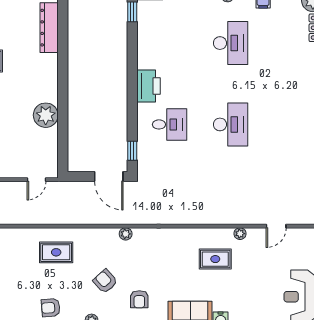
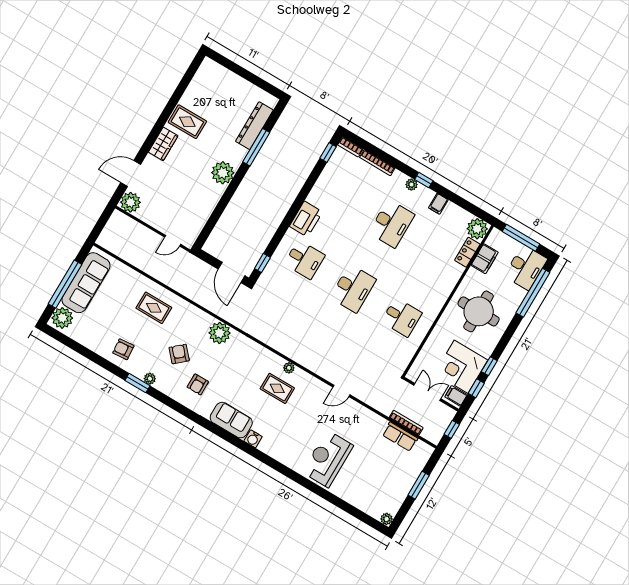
window: (63, 47) -> (256, 147), added
plant: (46, 115) -> (223, 173), moved
desk: (292, 124) -> (402, 317), added
plant: (126, 234) -> (220, 333), width x1.87, depth x1.87
plant: (240, 234) -> (289, 368), moved

